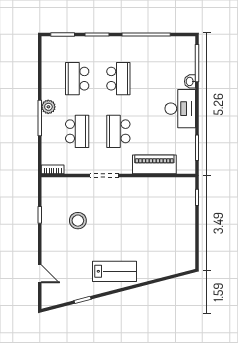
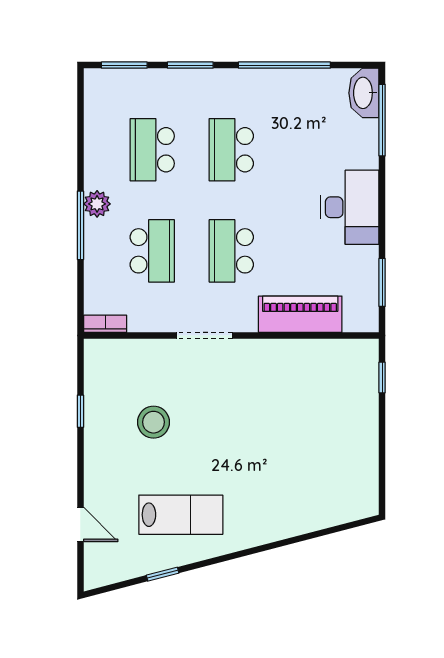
school desk: (118, 79) -> (231, 150), turned 180
washbasin: (190, 81) -> (364, 93), moved, width x1.91, depth x1.45
lab bench: (114, 271) -> (181, 515), moved

